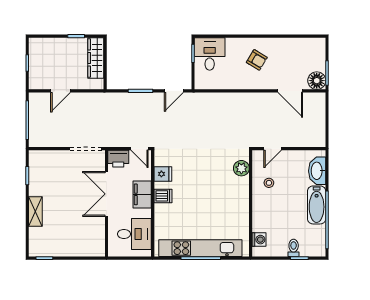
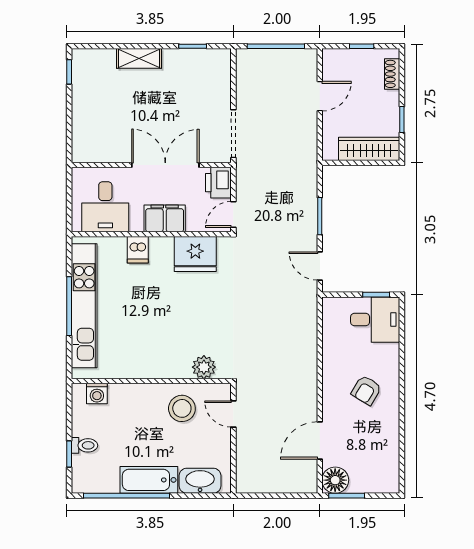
shoe rack: (46, 43) -> (392, 74), added
door: (61, 91) -> (320, 96), swing flipped
fridge: (163, 174) -> (195, 254), width x1.88, depth x1.34
stool: (269, 183) -> (182, 408), width x1.89, depth x1.89
dishwasher: (163, 196) -> (138, 250), moved

